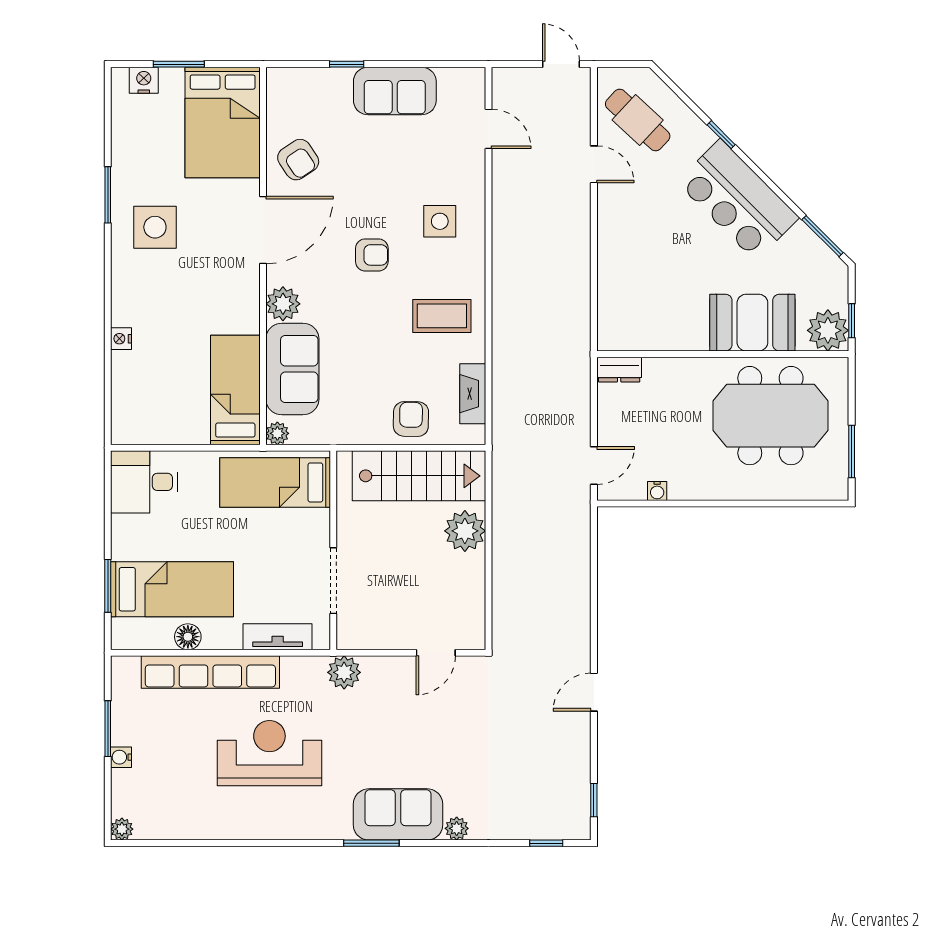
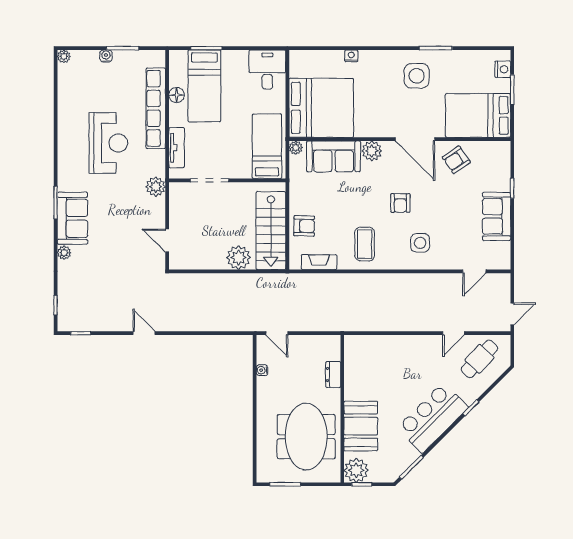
dresser: (619, 370) -> (333, 375), moved
bed: (235, 390) -> (321, 108), width x2.04

